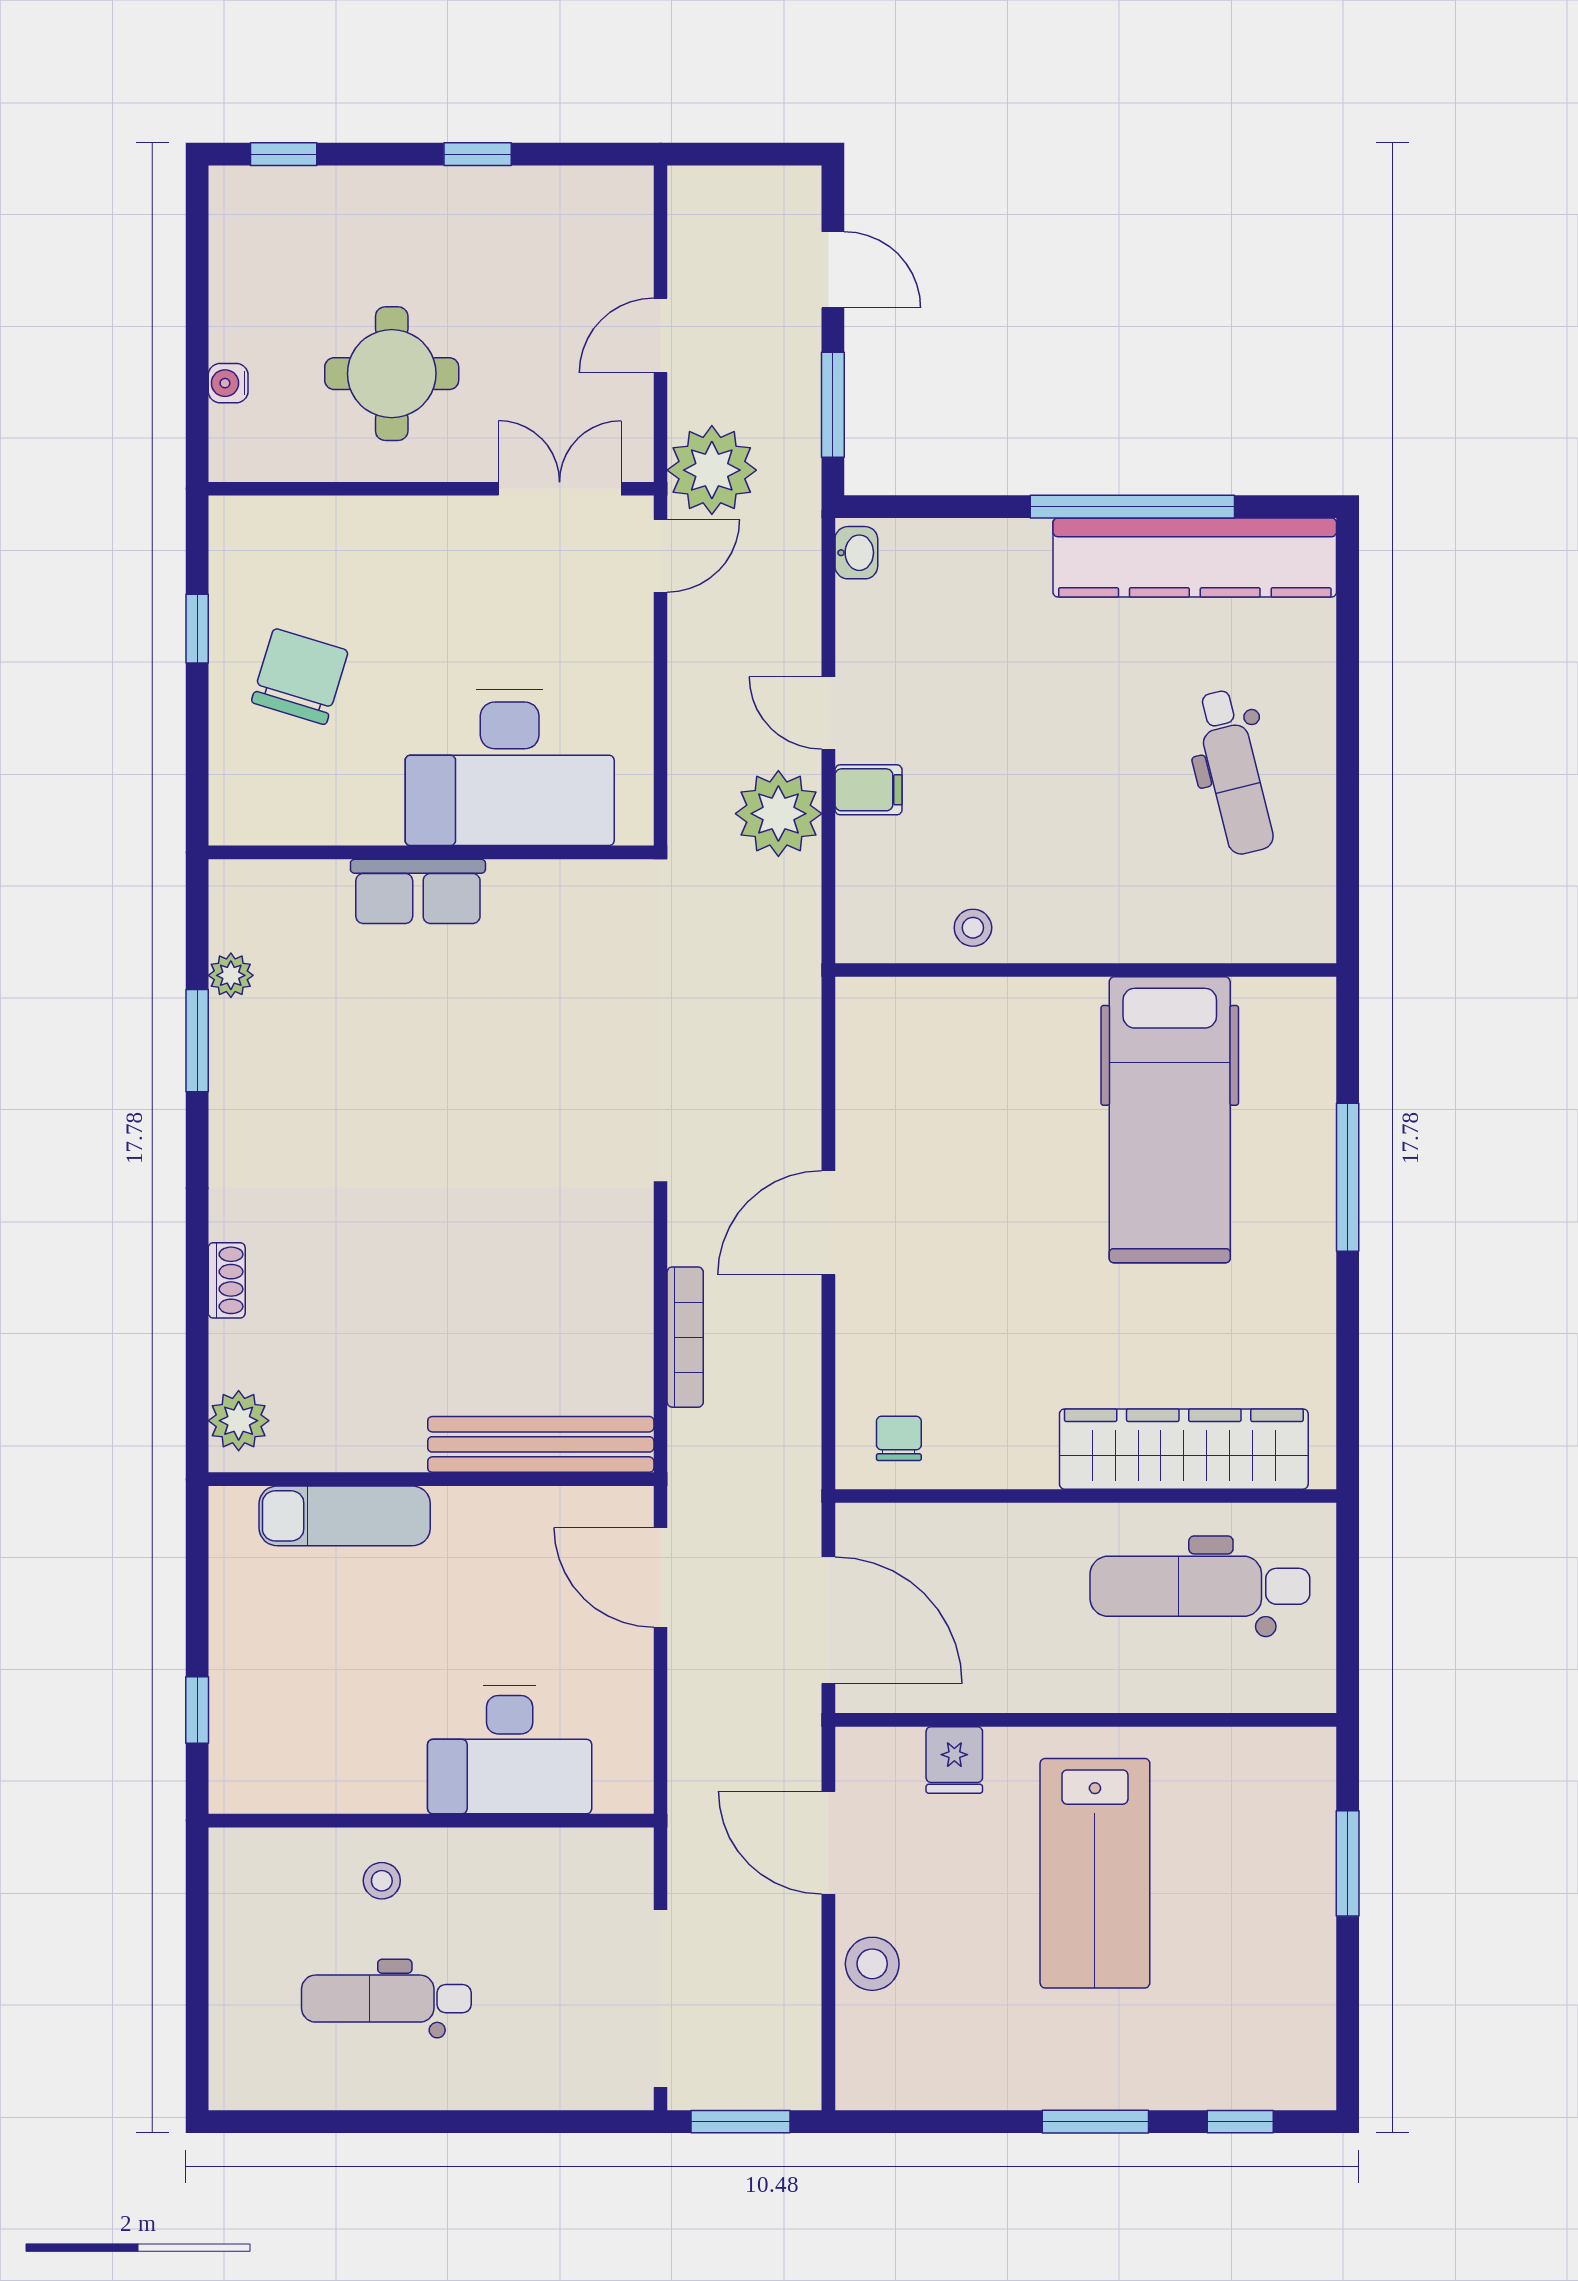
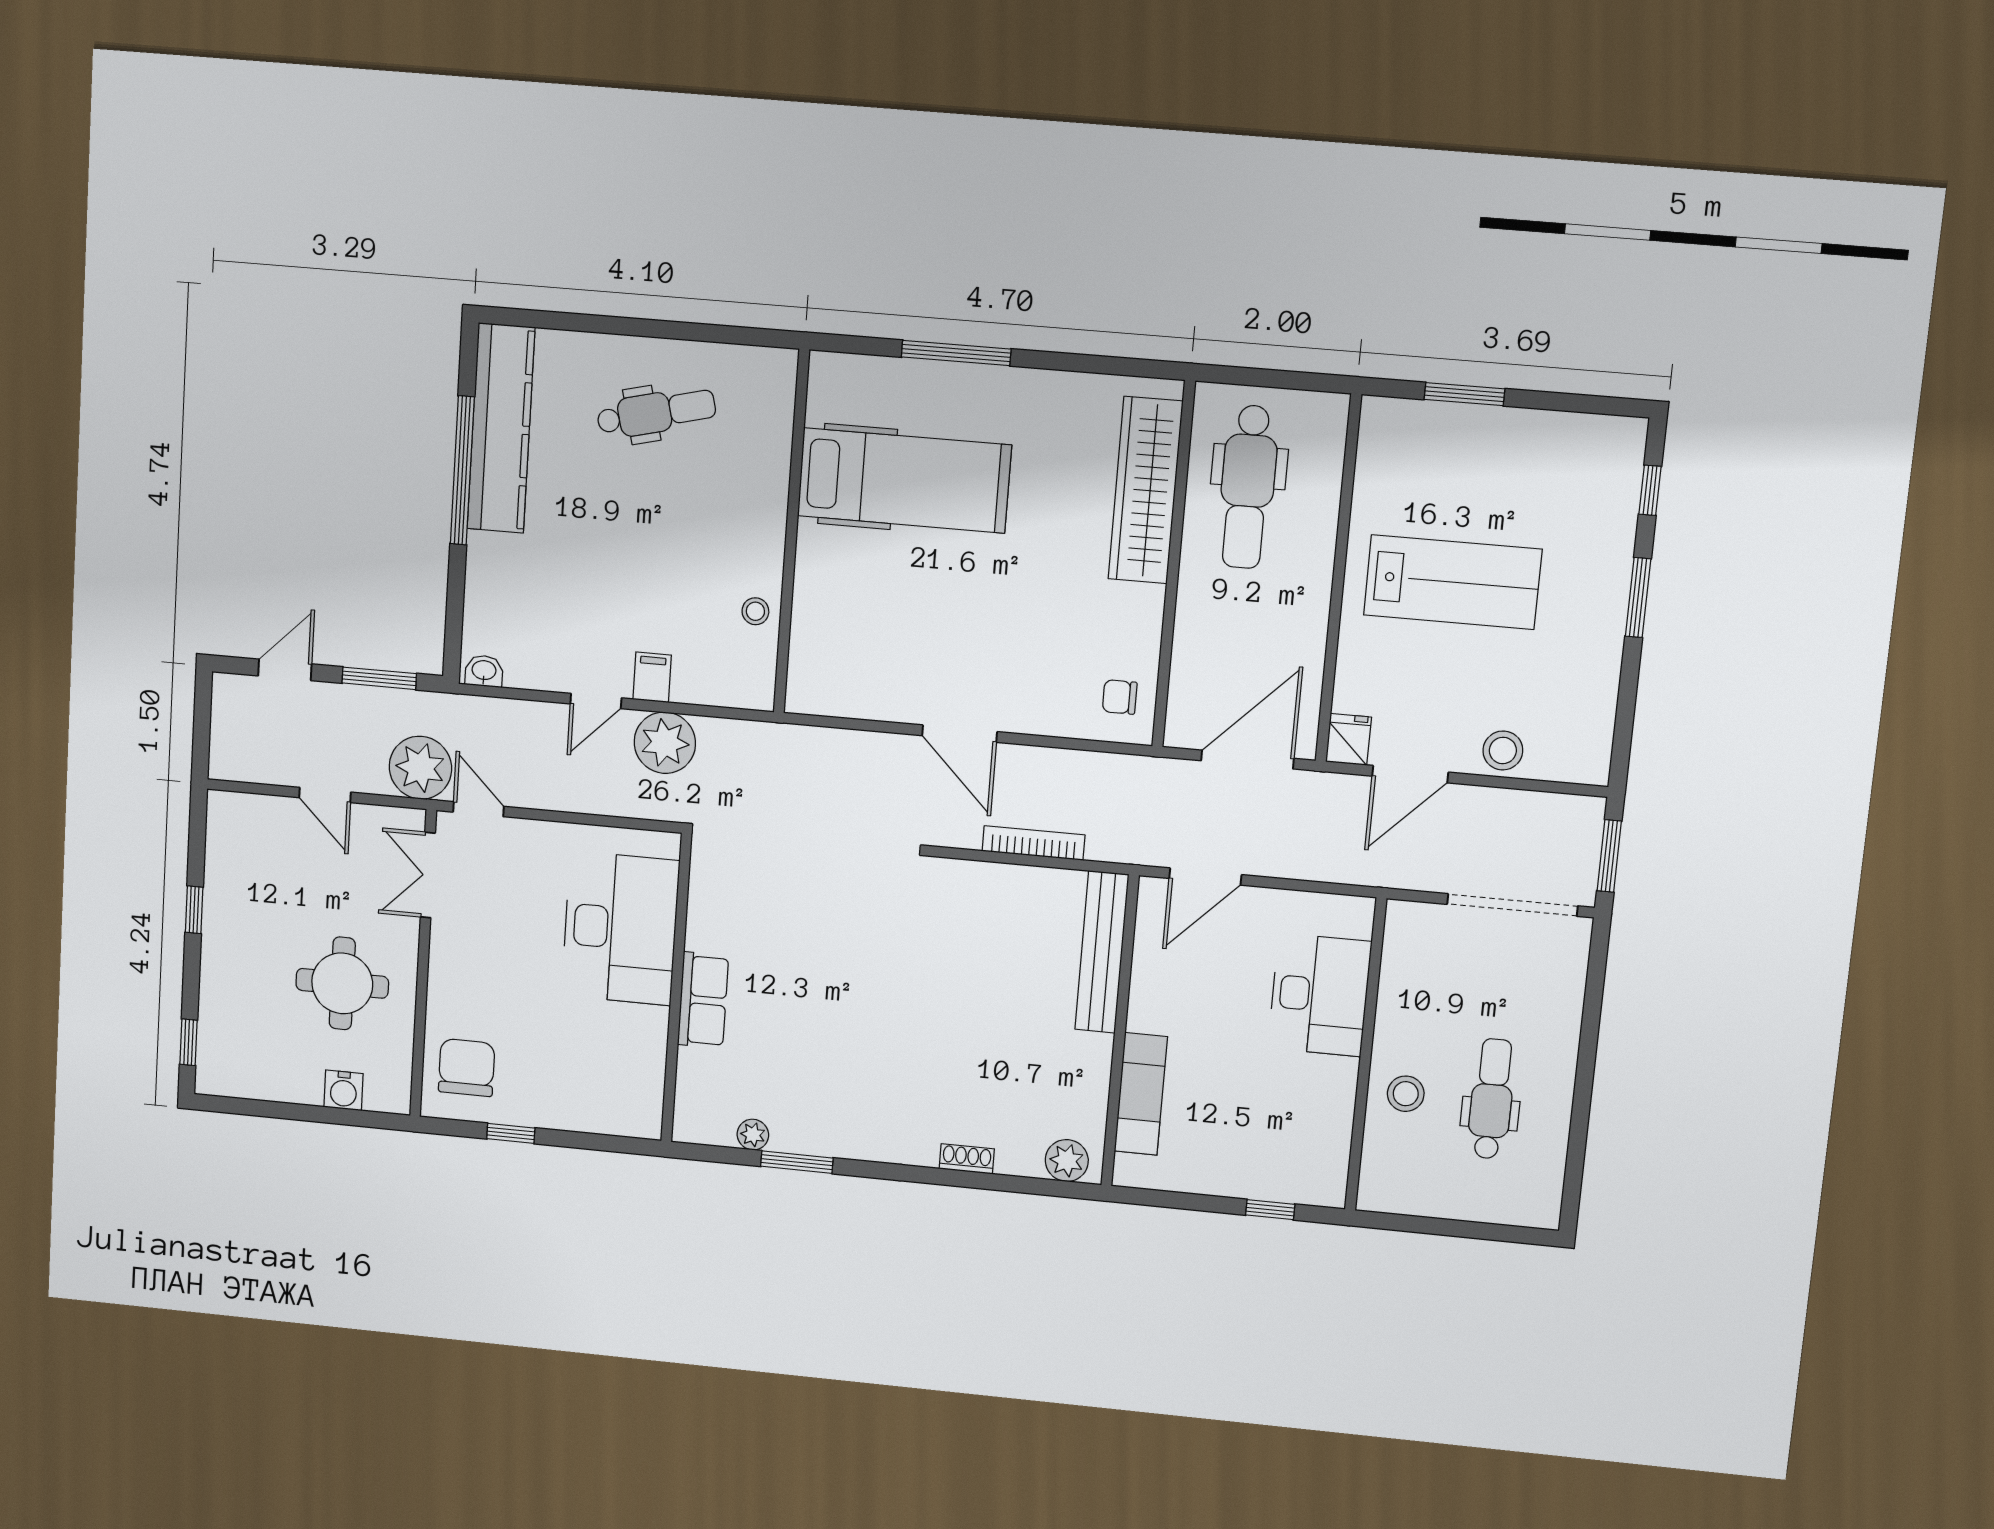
water cooler: (228, 383) -> (343, 1090), width x1.38, depth x1.38
chair: (300, 677) -> (467, 1068), moved, turned 73
fridge: (954, 1760) -> (1349, 739), moved, turned -90
stool: (382, 1881) -> (1406, 1094), width x1.37, depth x1.37
dental chair: (386, 1999) -> (1492, 1099), turned 180

